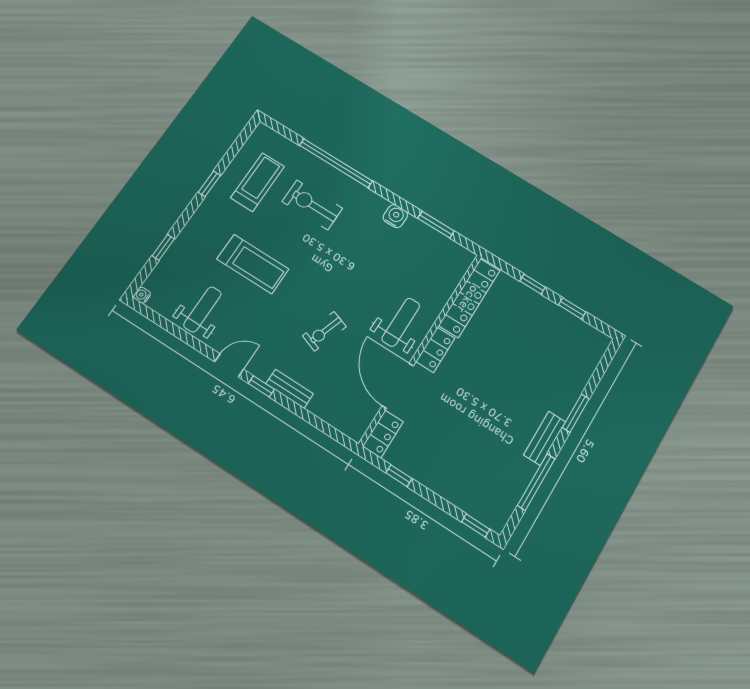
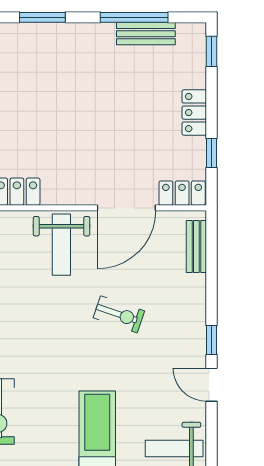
weight bench: (401, 322) -> (61, 245), turned -90
locker: (435, 350) -> (194, 113), moved, turned -90
bench: (290, 389) -> (196, 246), moved
bench: (545, 438) -> (146, 34), moved

